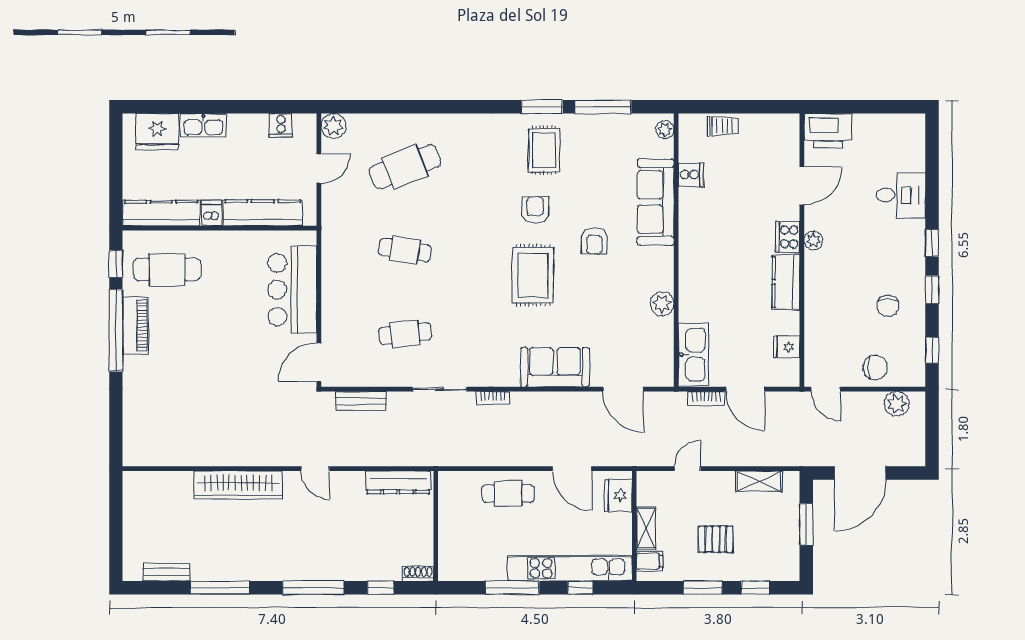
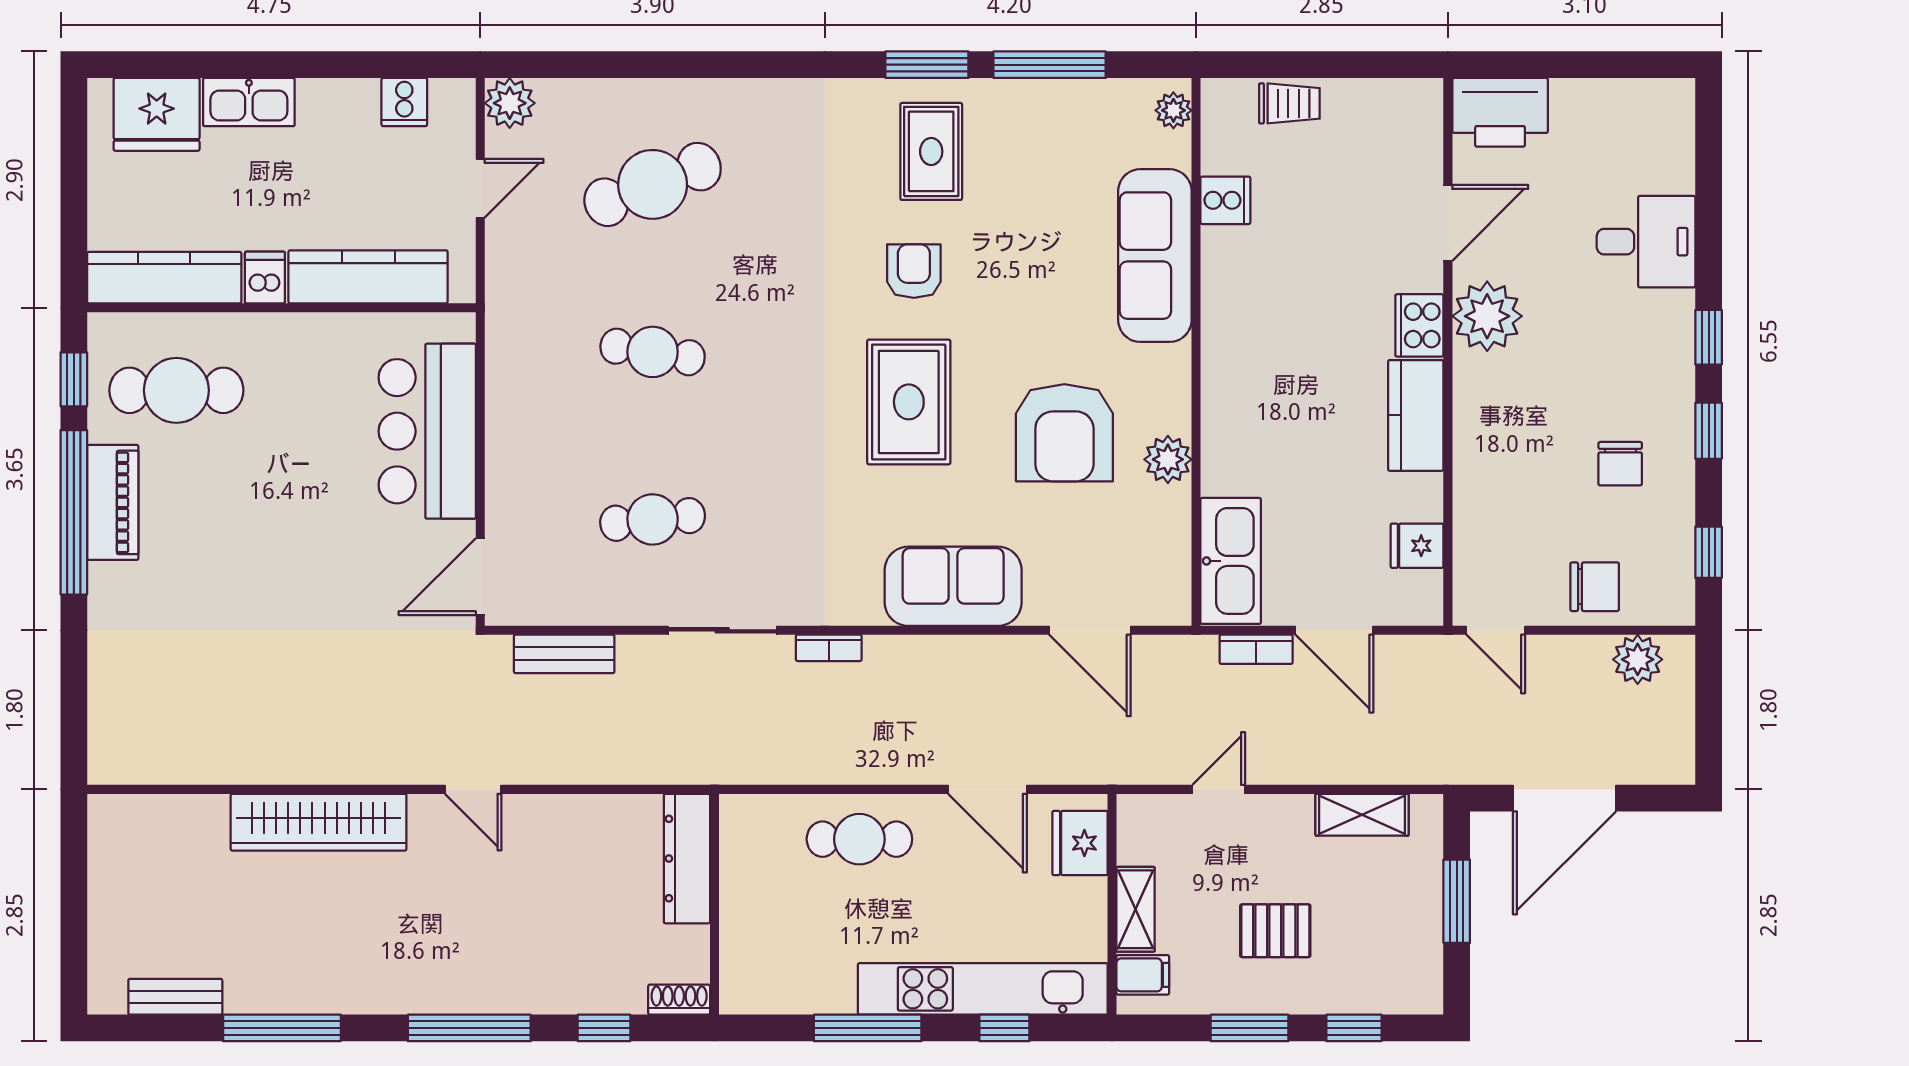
plant: (813, 240) -> (1487, 316), width x1.87, depth x1.87
armchair: (594, 241) -> (1064, 433), moved, width x1.88, depth x1.88
dresser: (398, 482) -> (687, 859), moved, turned 90

